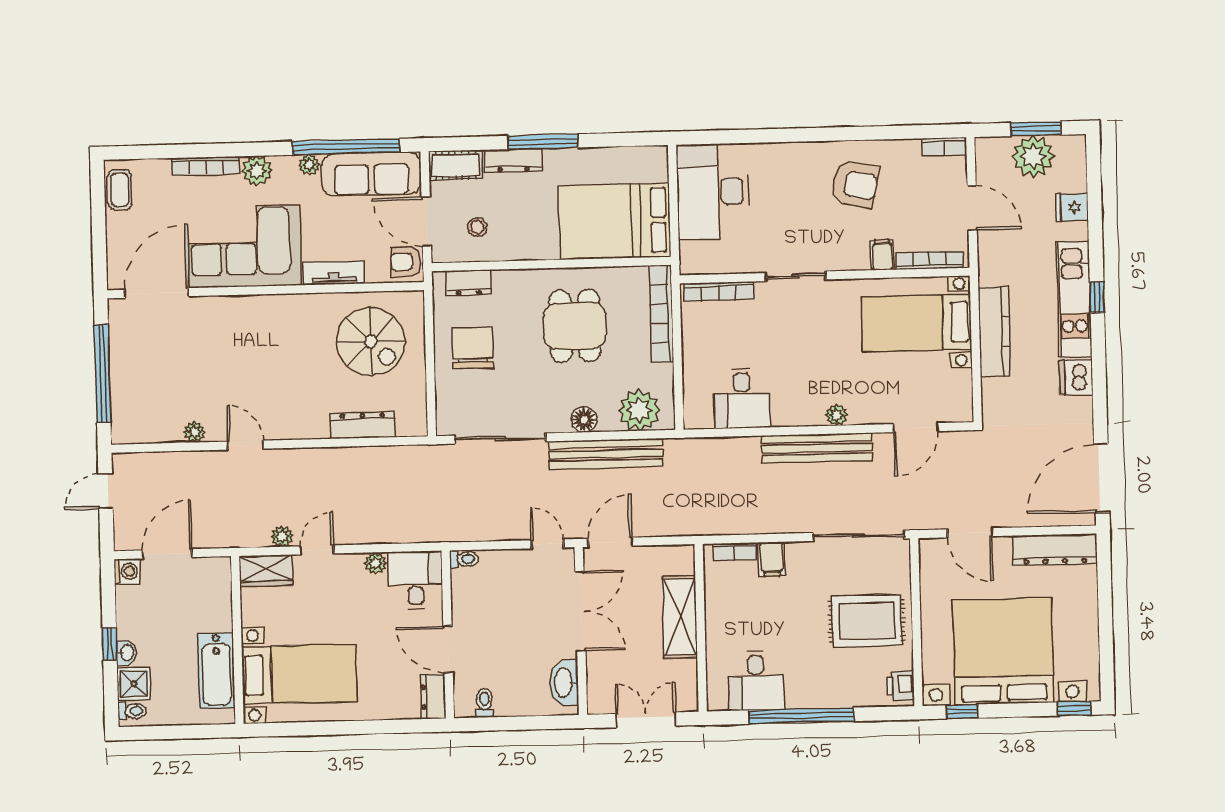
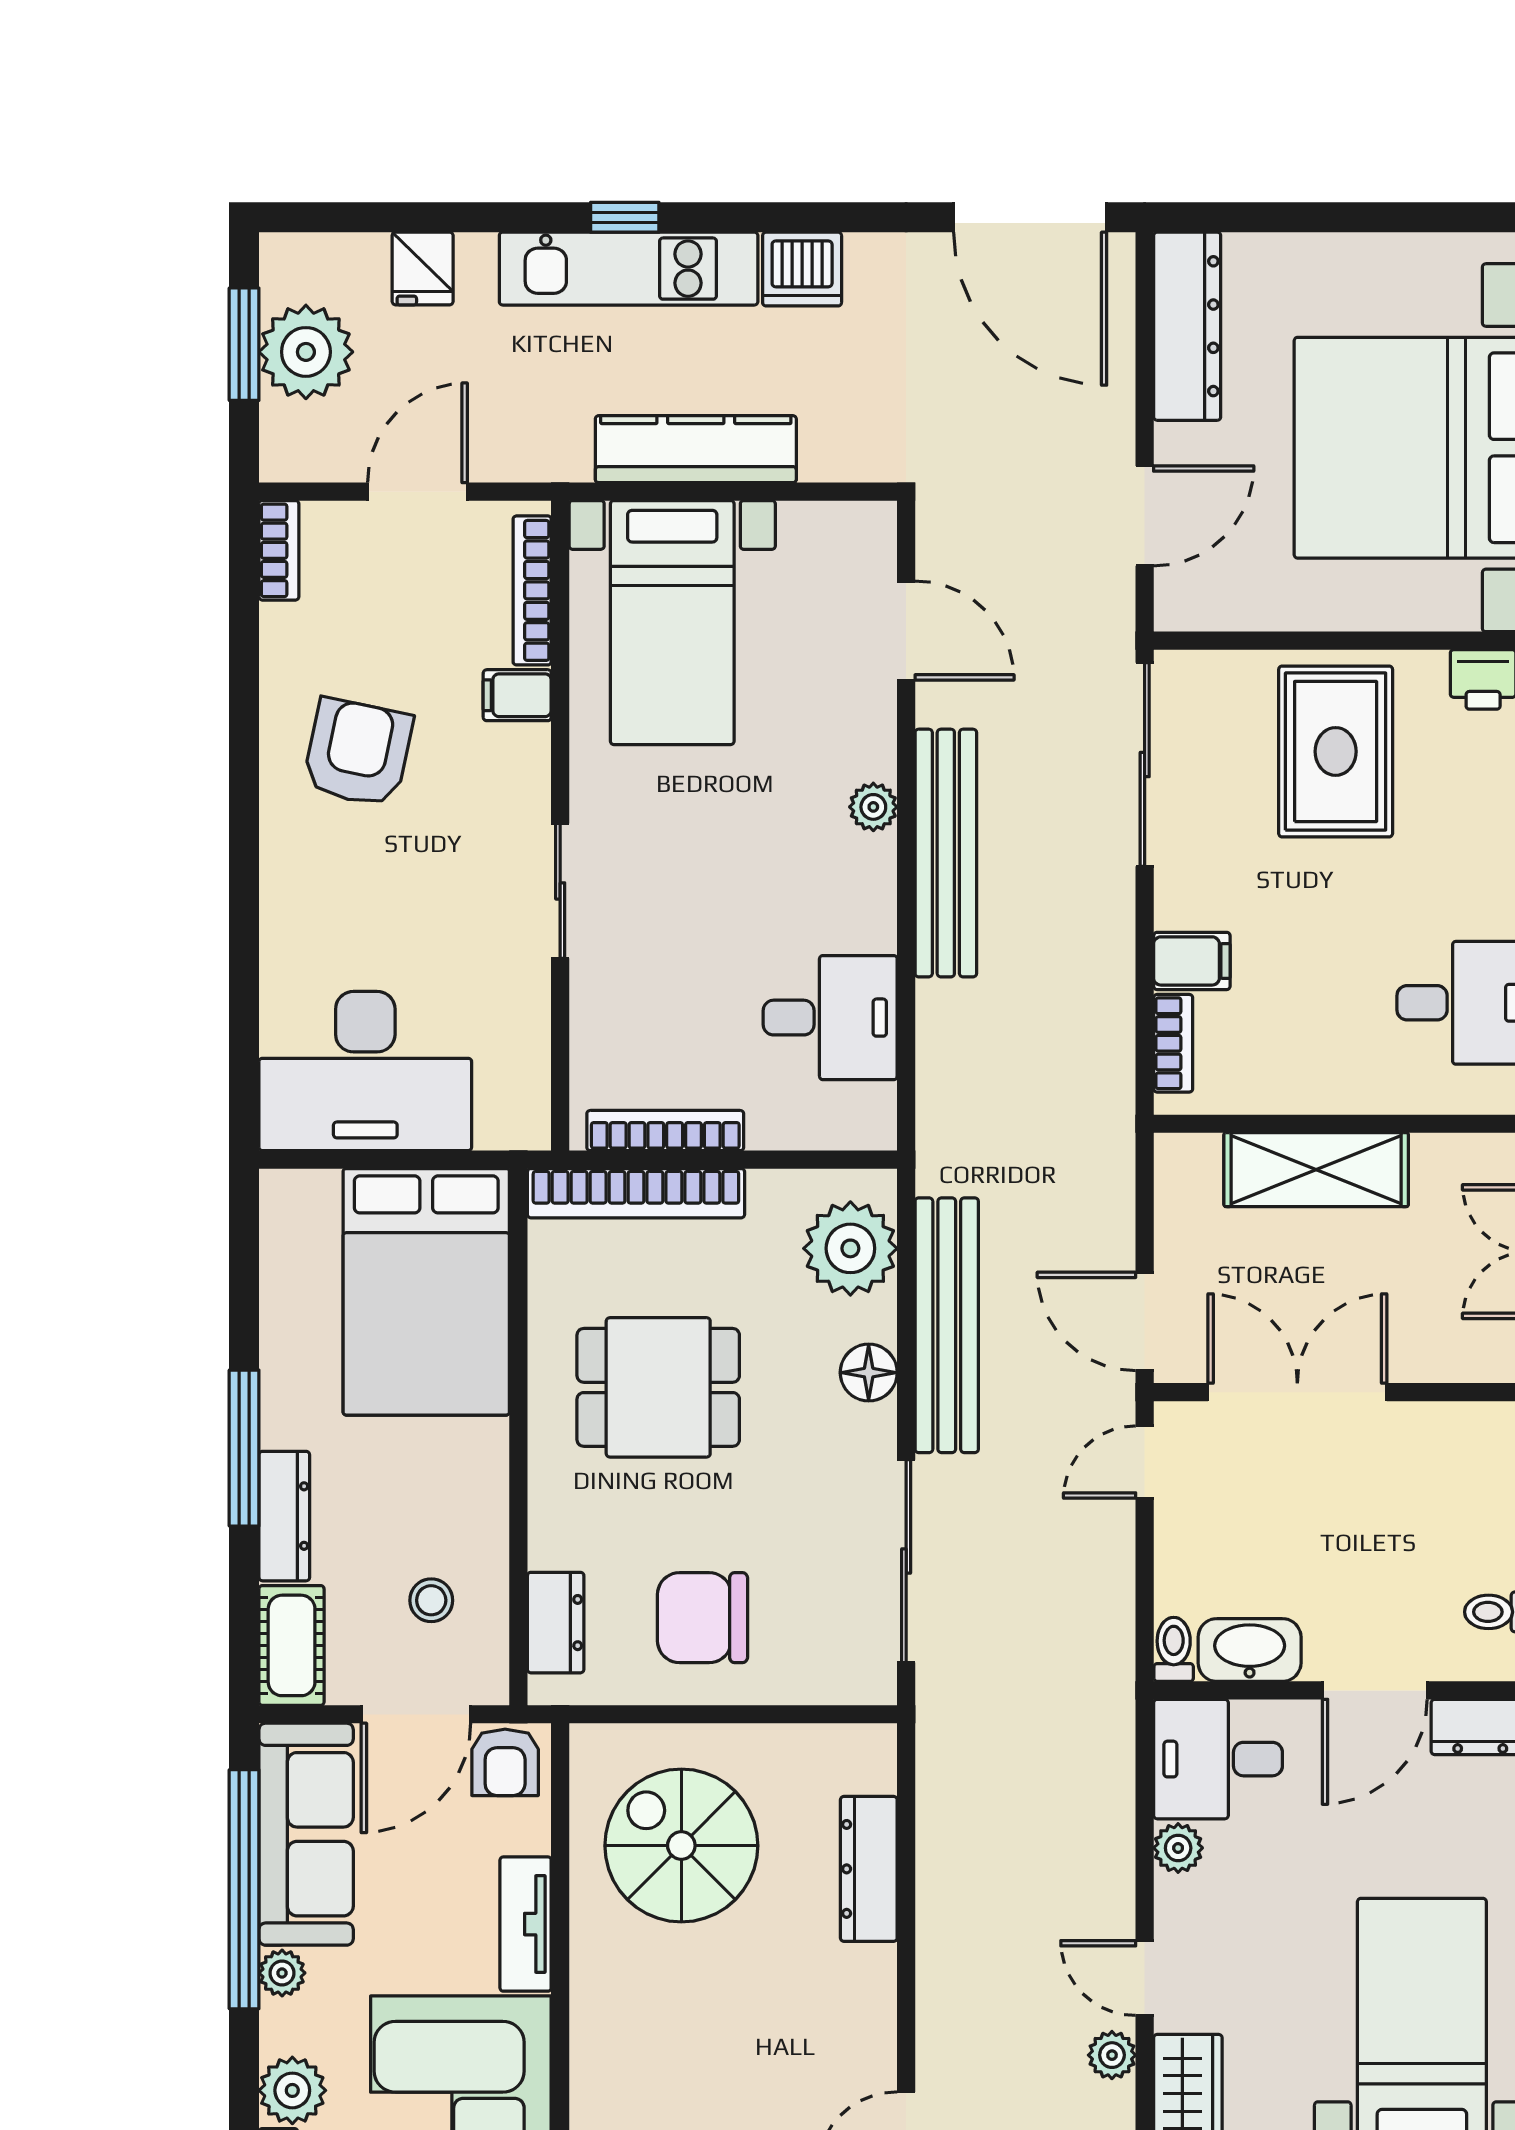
bookcase: (719, 291) -> (665, 1131), moved, turned -90
spiral stairs: (371, 342) -> (681, 1846), turned -90
washbasin: (564, 683) -> (1250, 1650), moved, turned 180

